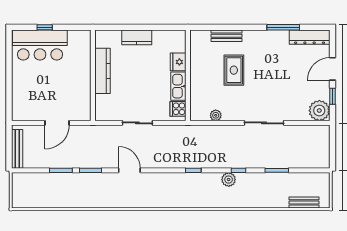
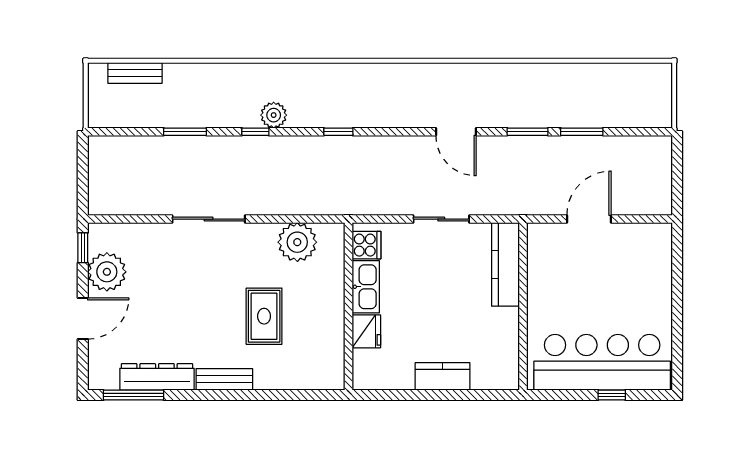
window: (283, 27) -> (134, 395), moved
bench: (226, 36) -> (224, 379), moved
dresser: (310, 37) -> (157, 377), moved
bar counter: (40, 45) -> (602, 362), width x1.36
kitchen counter: (102, 71) -> (506, 264), moved
window: (332, 96) -> (83, 248), moved
plant: (319, 111) -> (107, 272), moved
plant: (216, 115) -> (297, 242), width x1.88, depth x1.88
bench: (17, 149) -> (662, 171), removed

